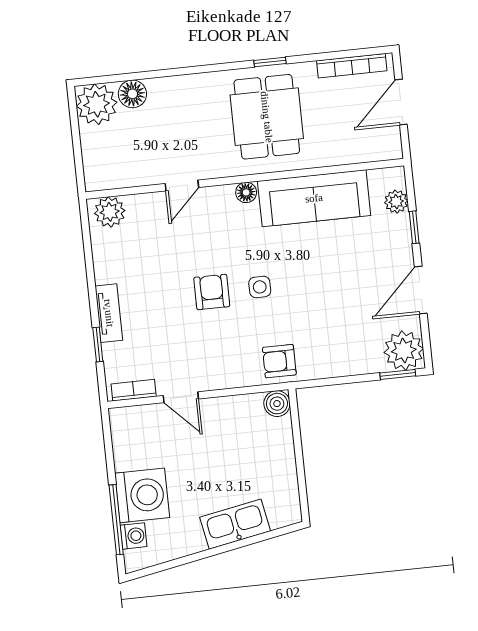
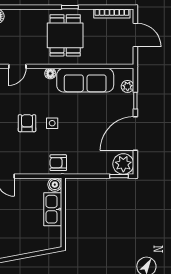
door: (401, 102) -> (135, 35), swing flipped
door: (421, 290) -> (135, 134), width x1.36
kitchen sink: (235, 524) -> (53, 209), moved, turned -79

